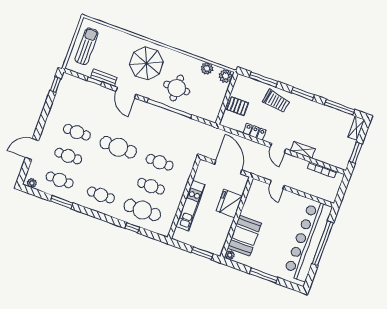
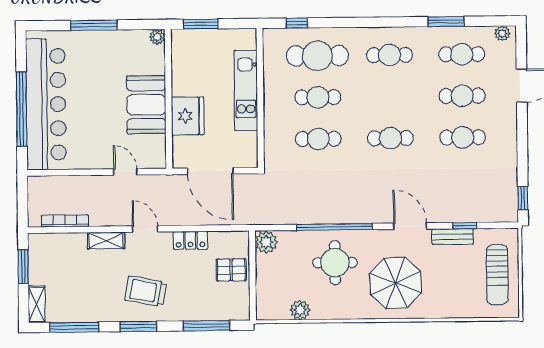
plant: (226, 76) -> (266, 242), moved
trolley: (276, 101) -> (146, 291), moved
cafe table: (118, 147) -> (390, 138), width x0.73, depth x0.74
window: (132, 228) -> (297, 23), moved
booth: (244, 236) -> (146, 105), moved

